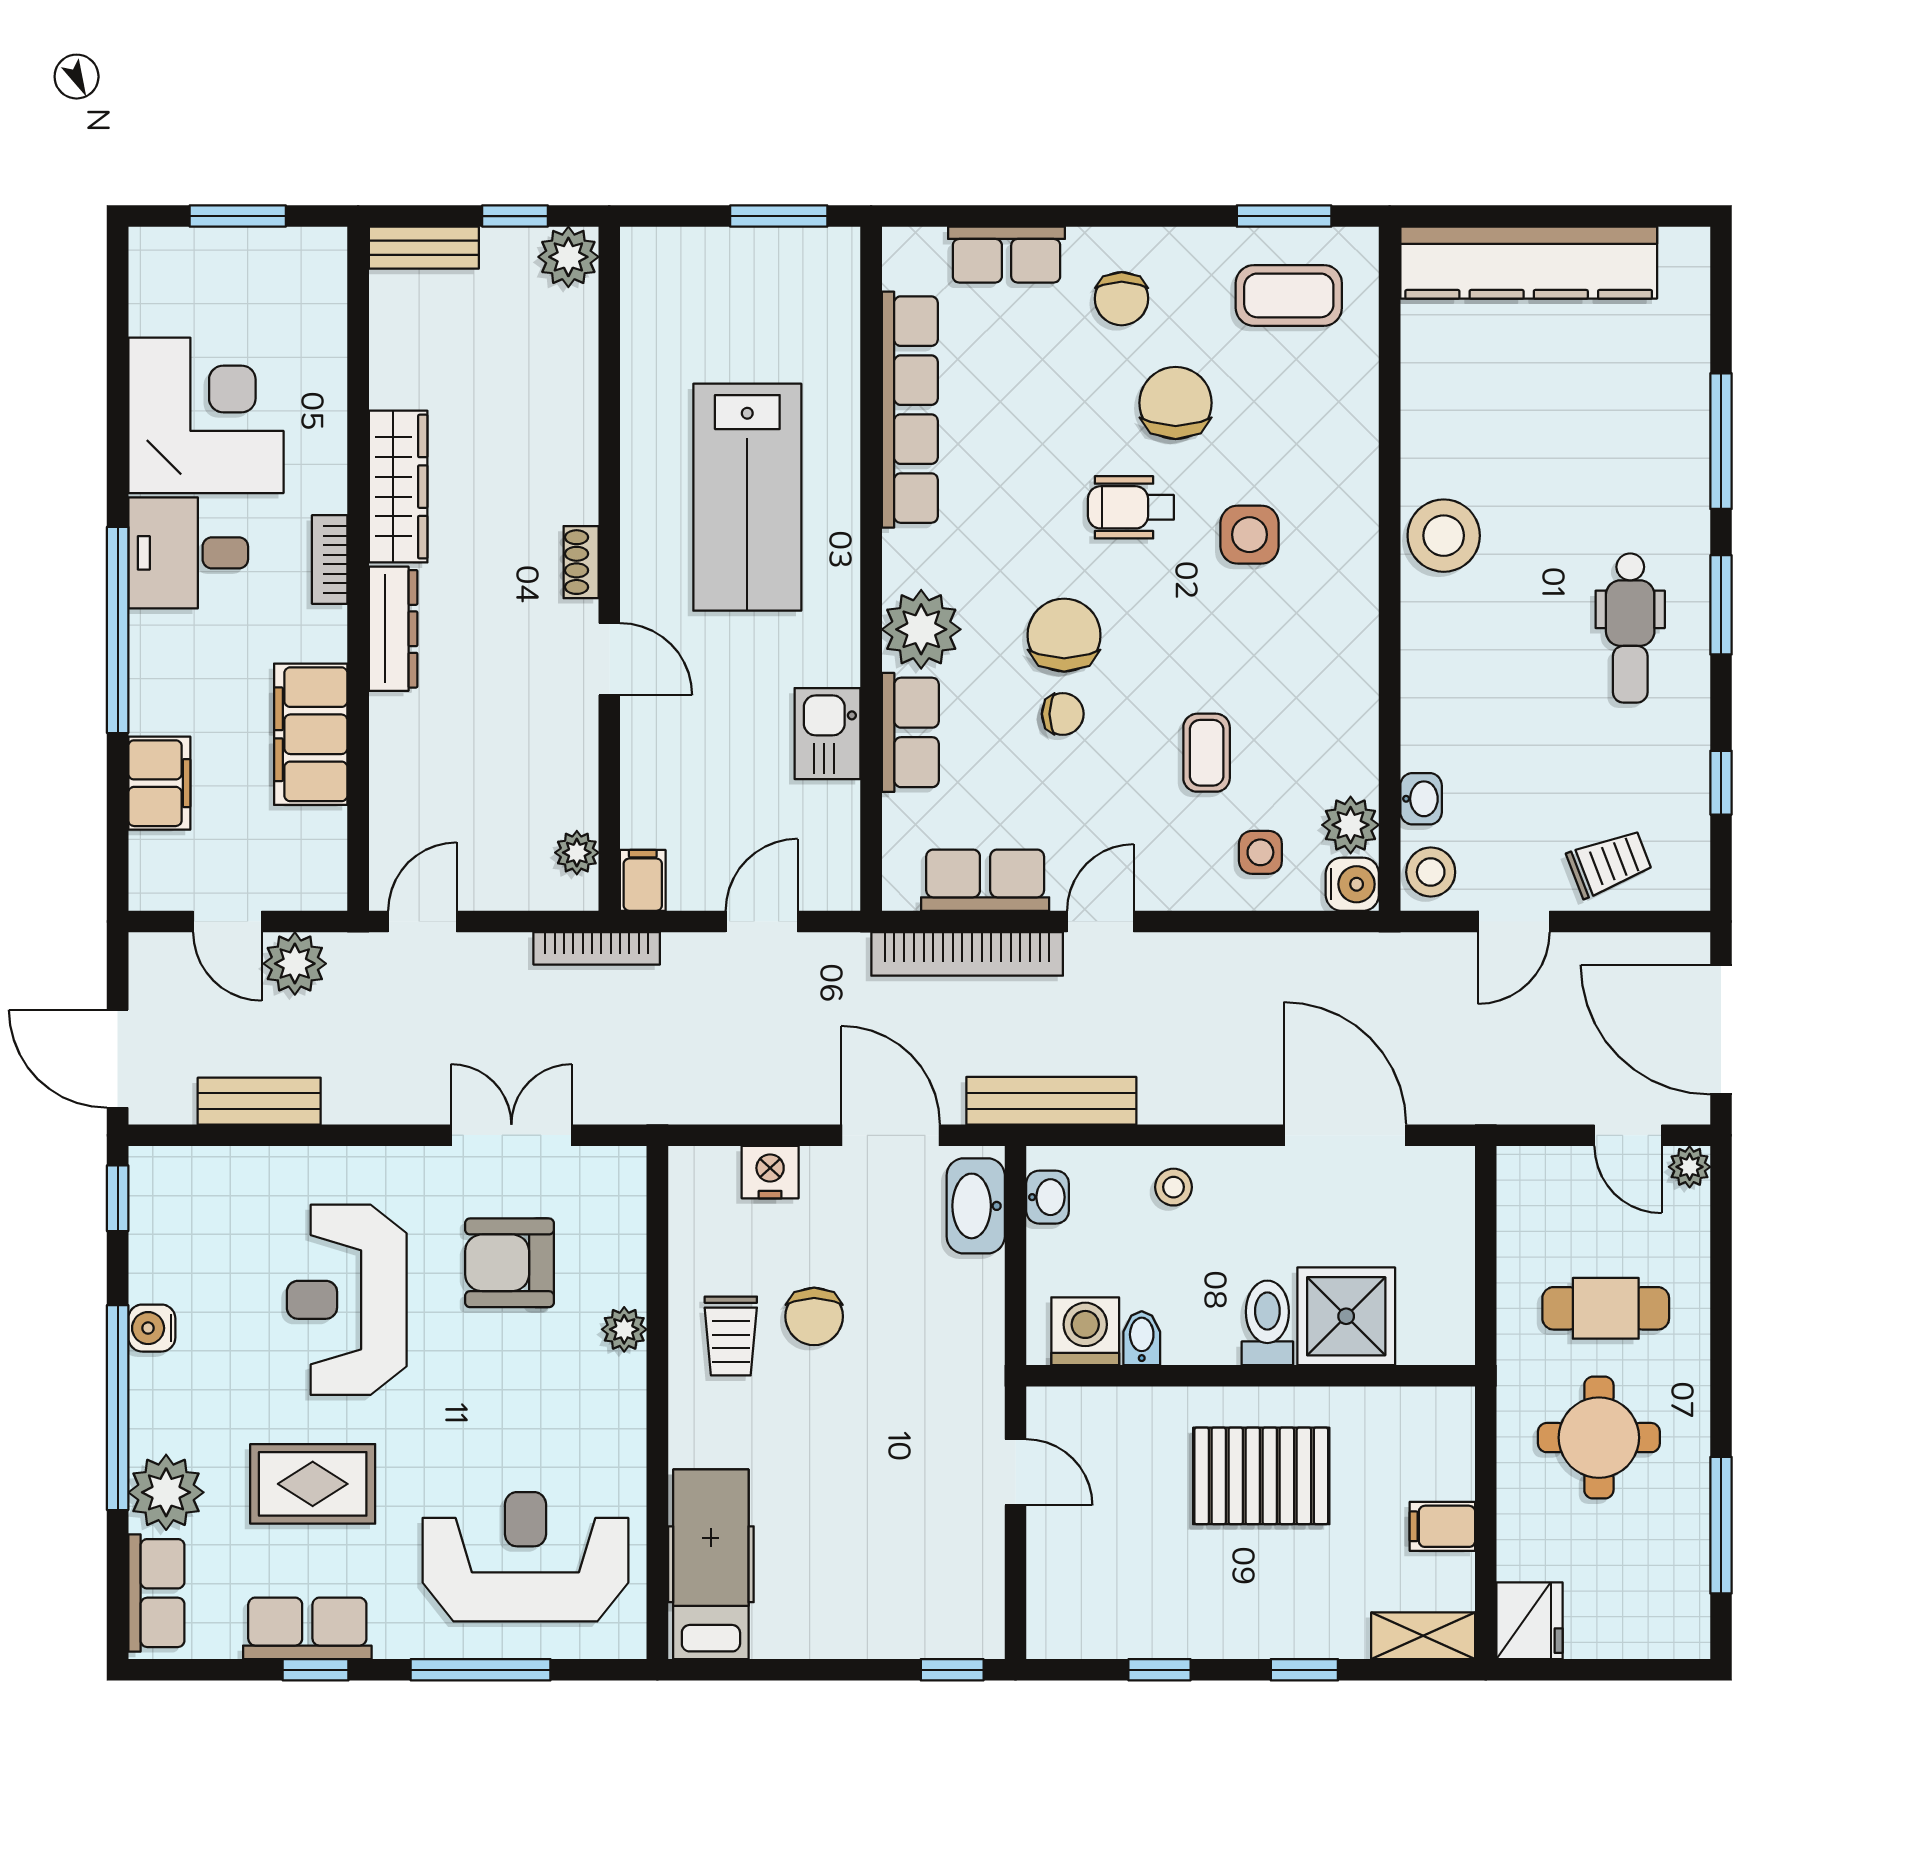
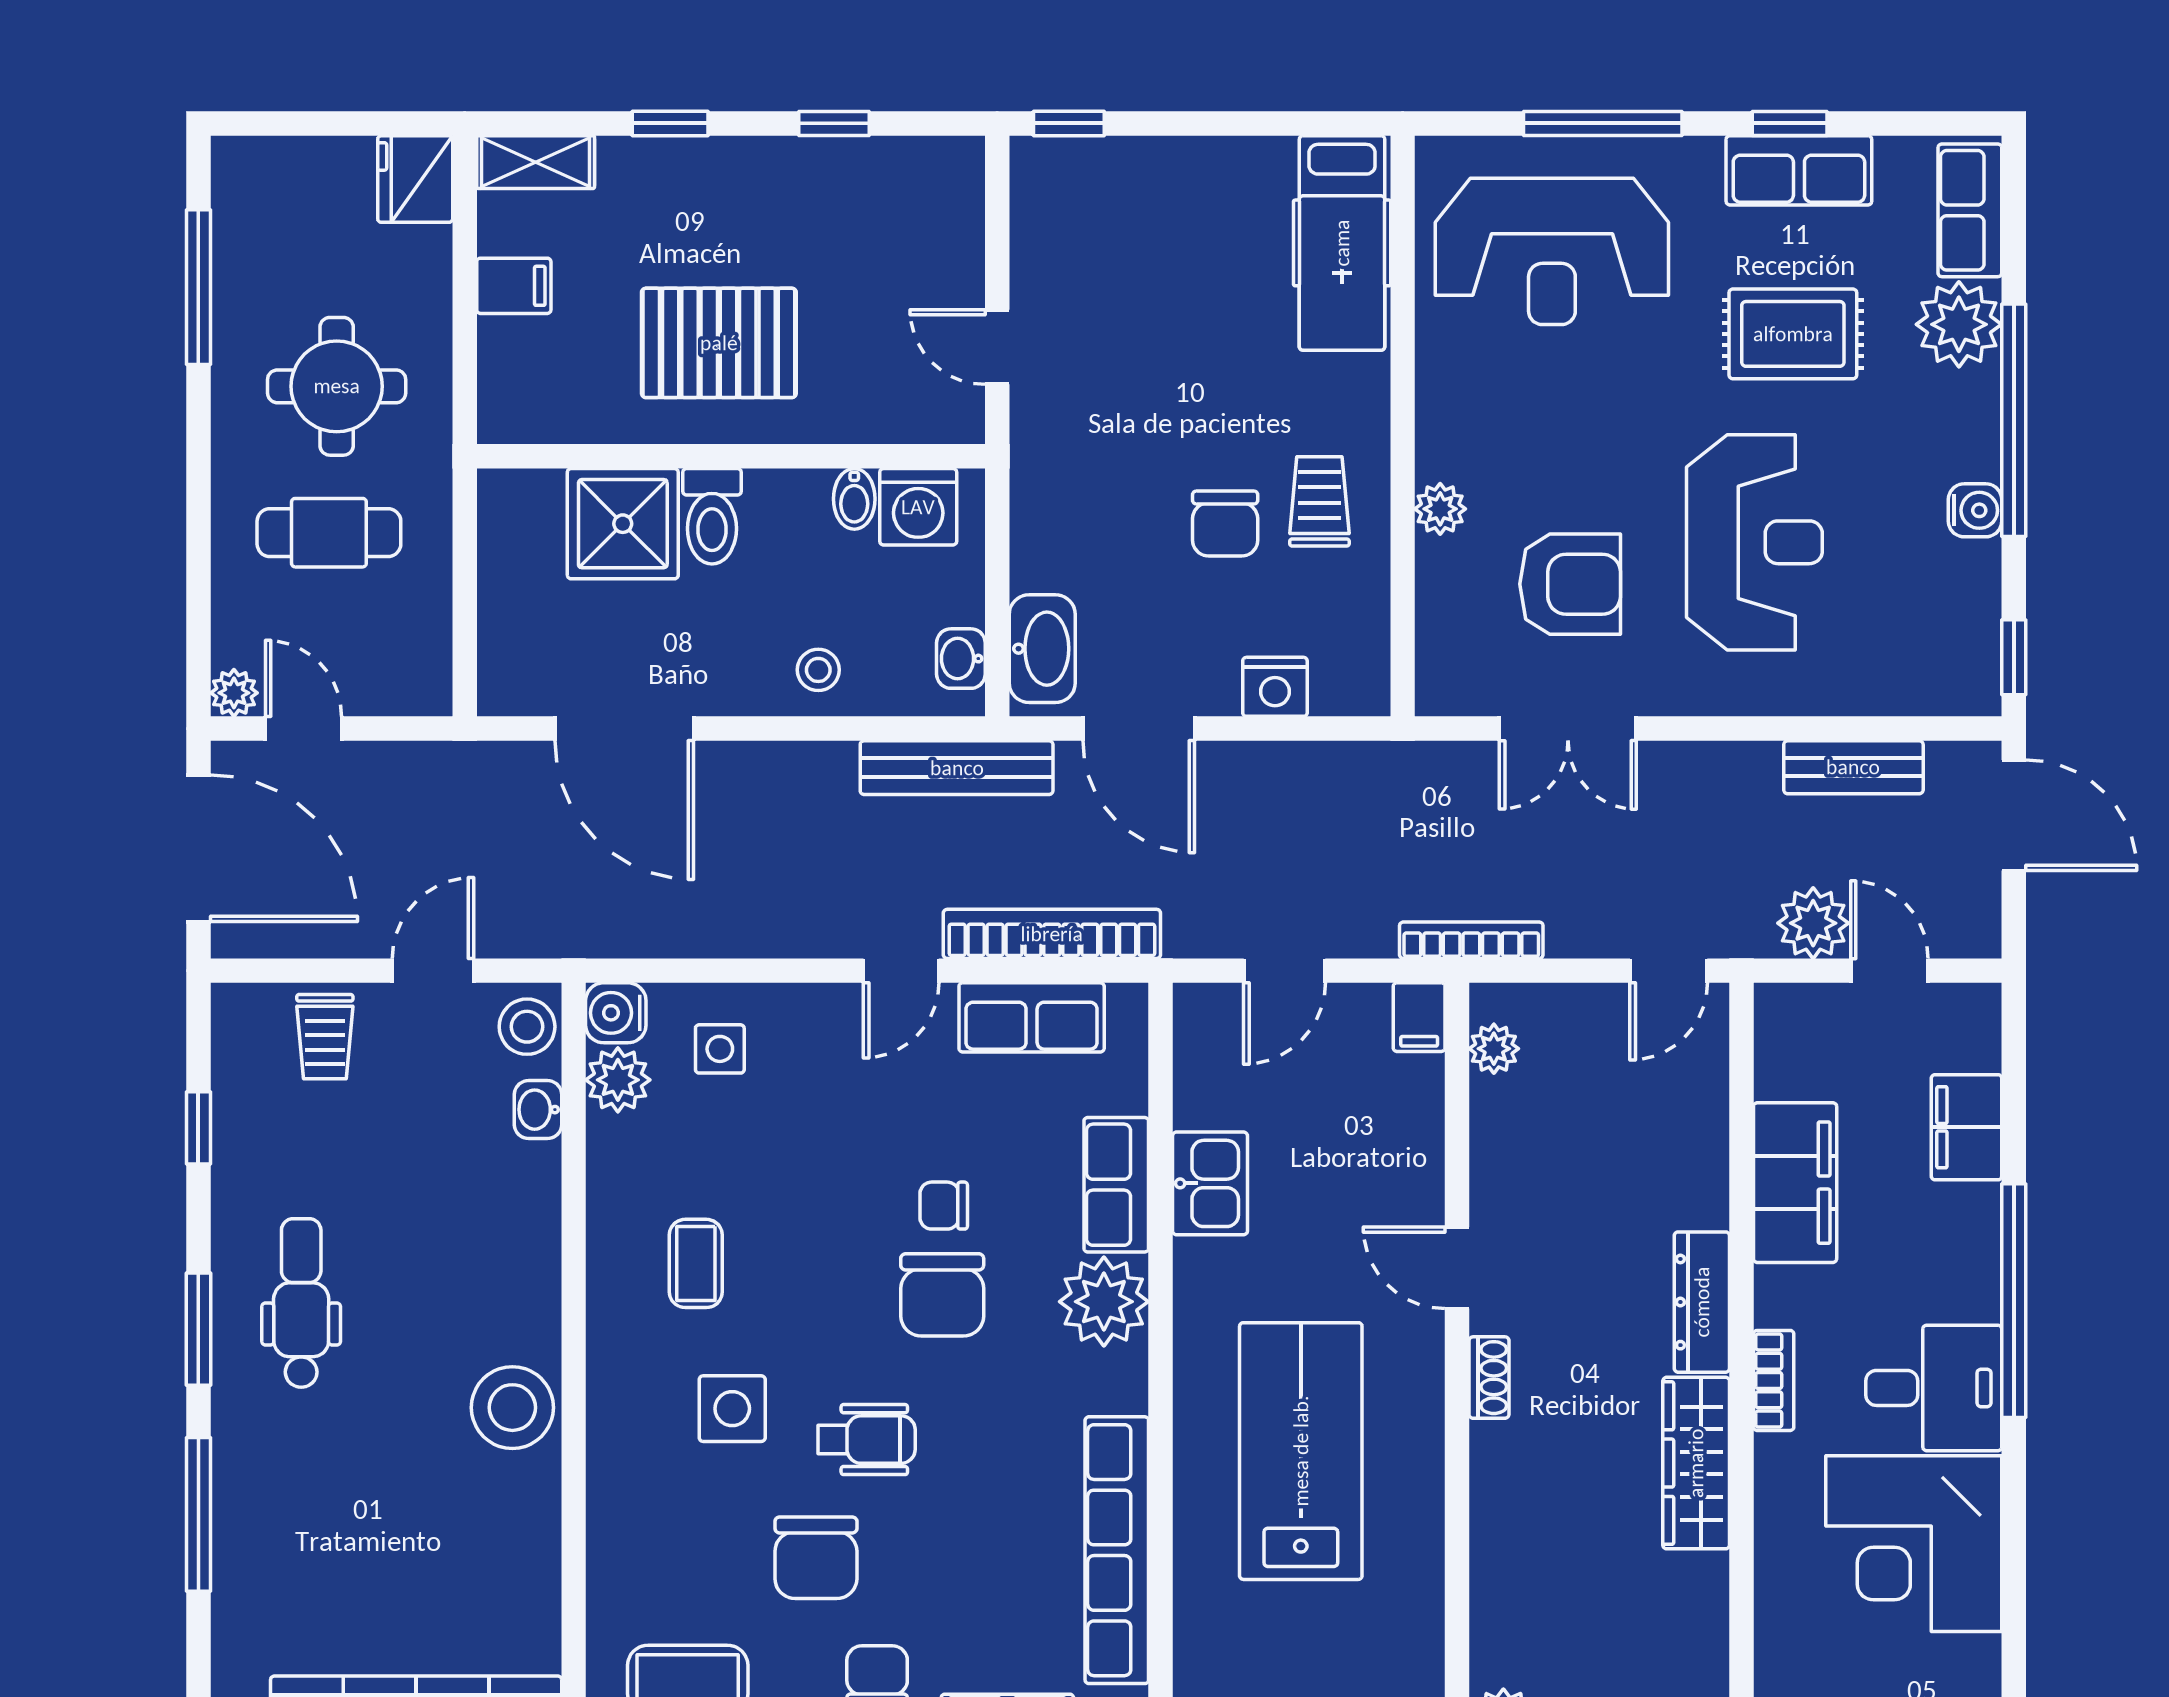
coffee table: (1207, 753) -> (696, 1263), moved
trolley: (1609, 863) -> (325, 1037), turned -69
chair: (814, 1316) -> (1225, 524), turned 180

